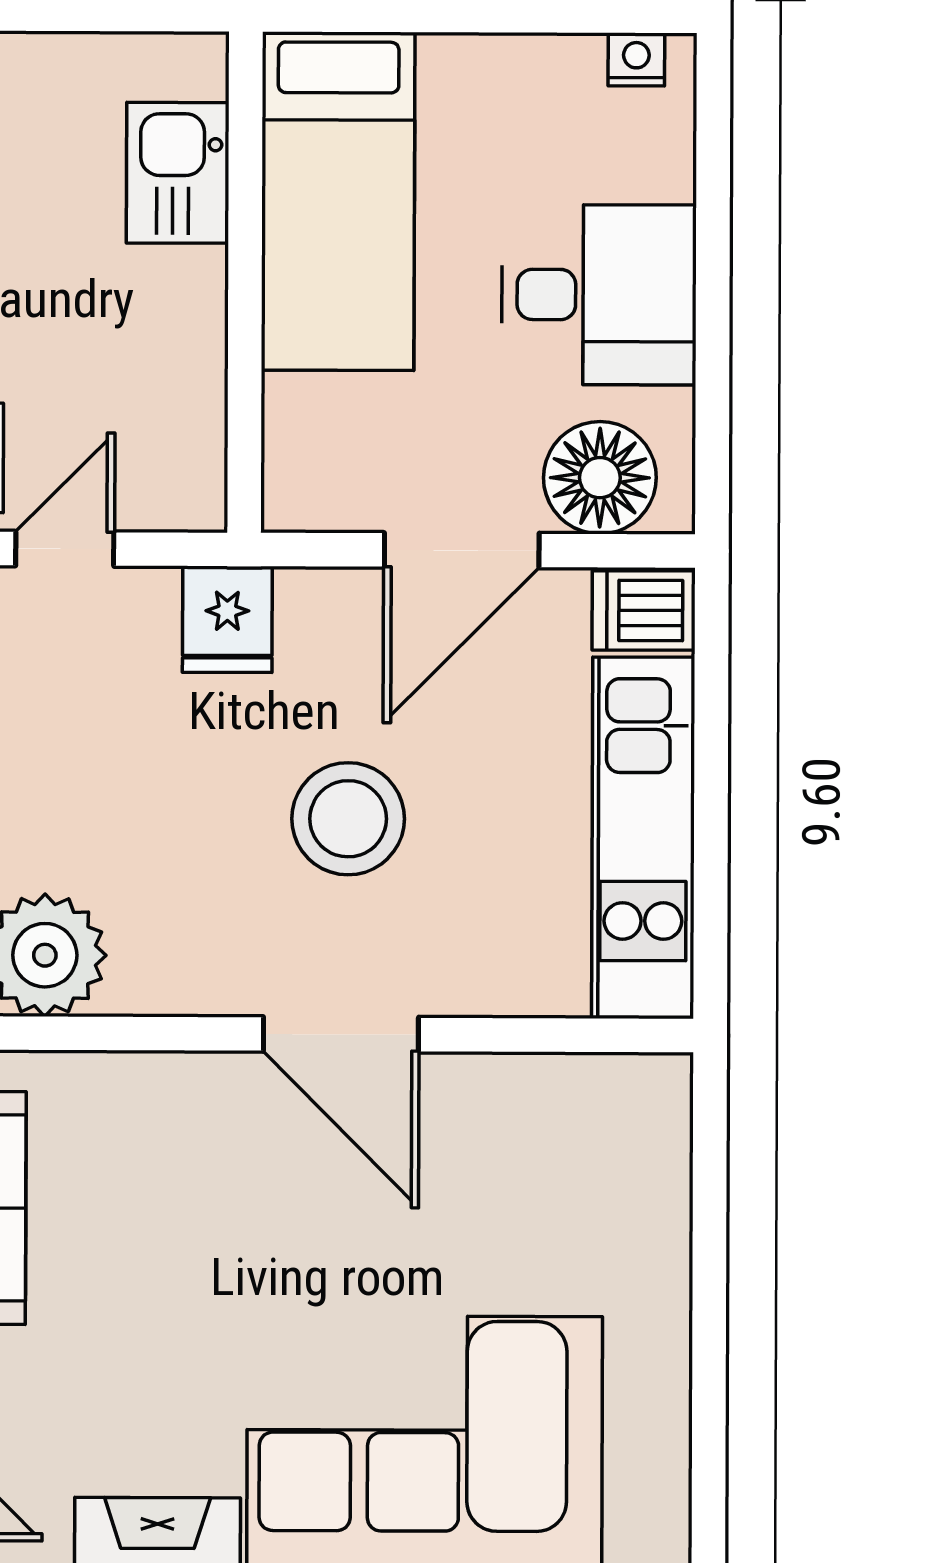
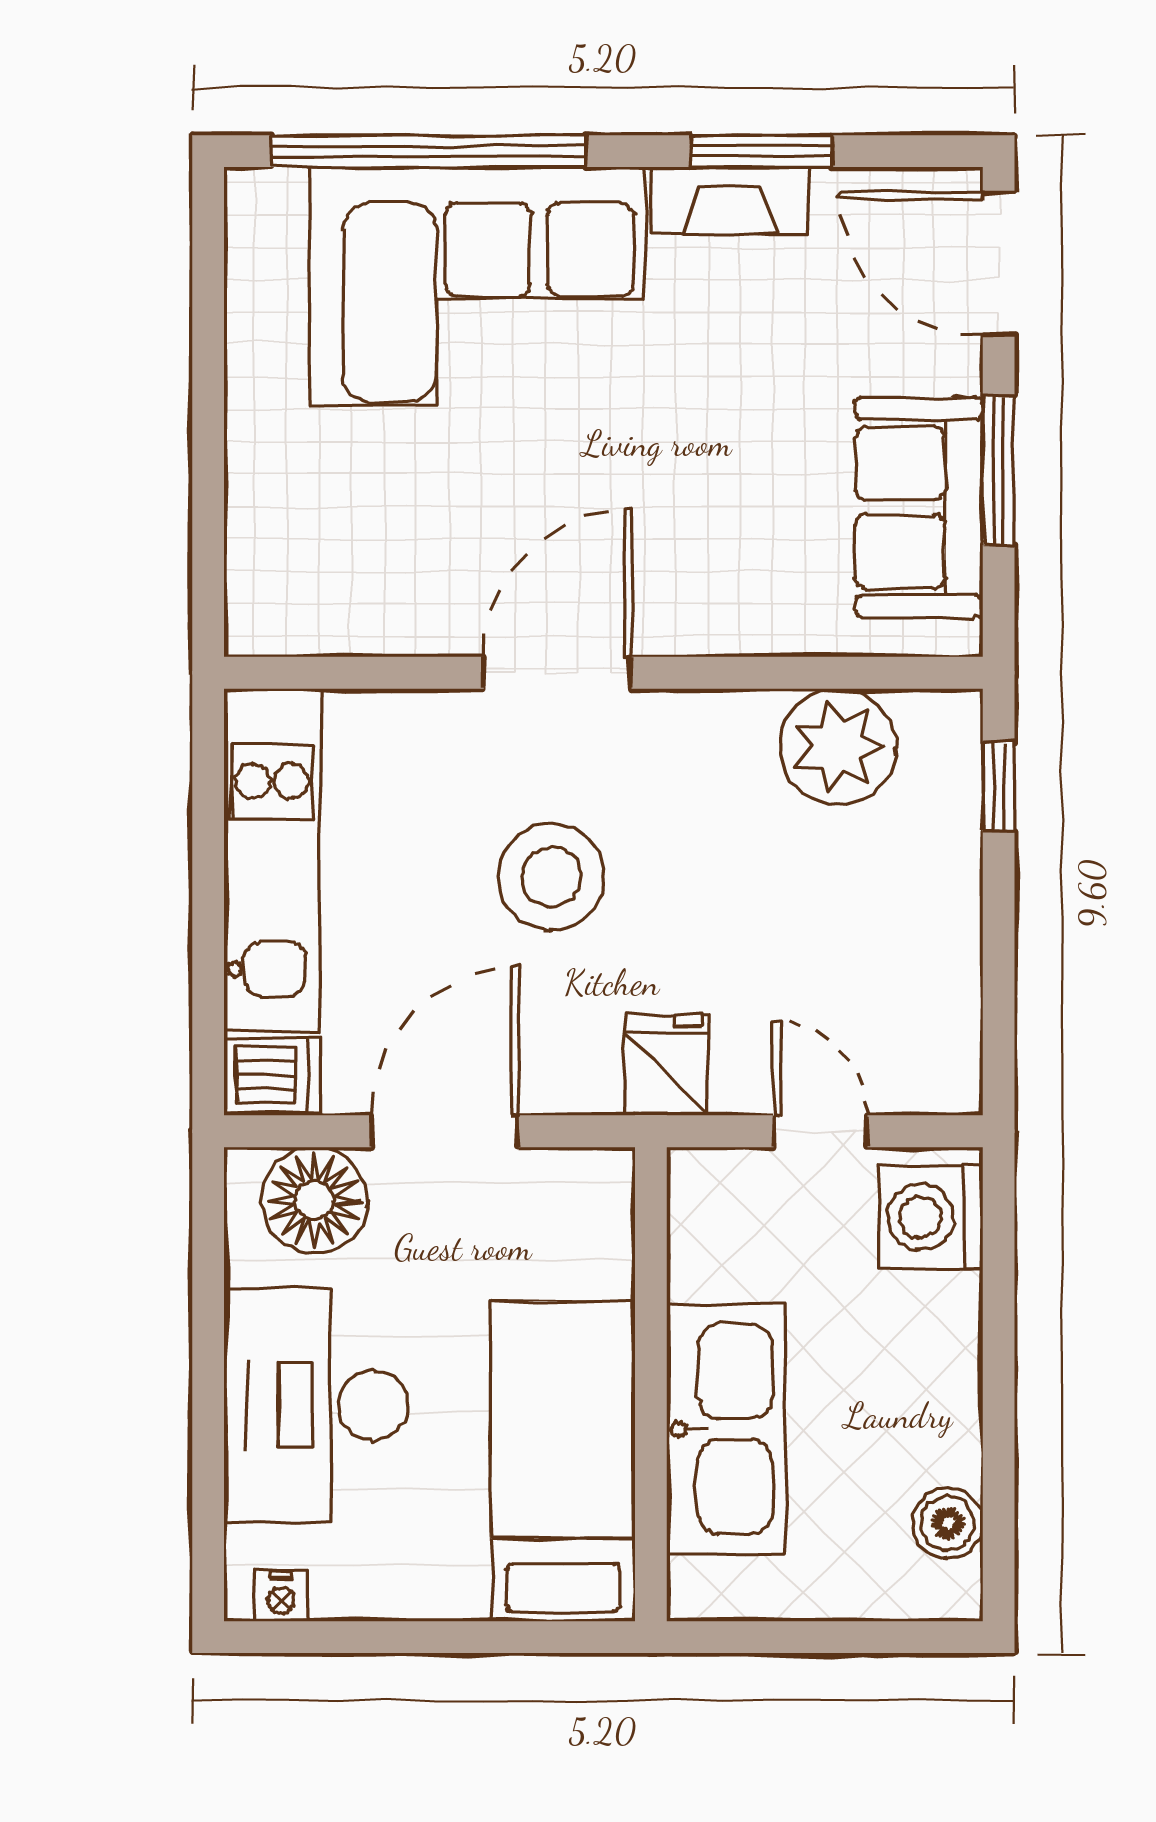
kitchen sink: (178, 173) -> (727, 1429), width x1.87, depth x1.24
desk: (599, 295) -> (316, 1405), width x1.37
door: (65, 549) -> (820, 1131), swing flipped
door: (341, 1034) -> (558, 673), hinge flipped

